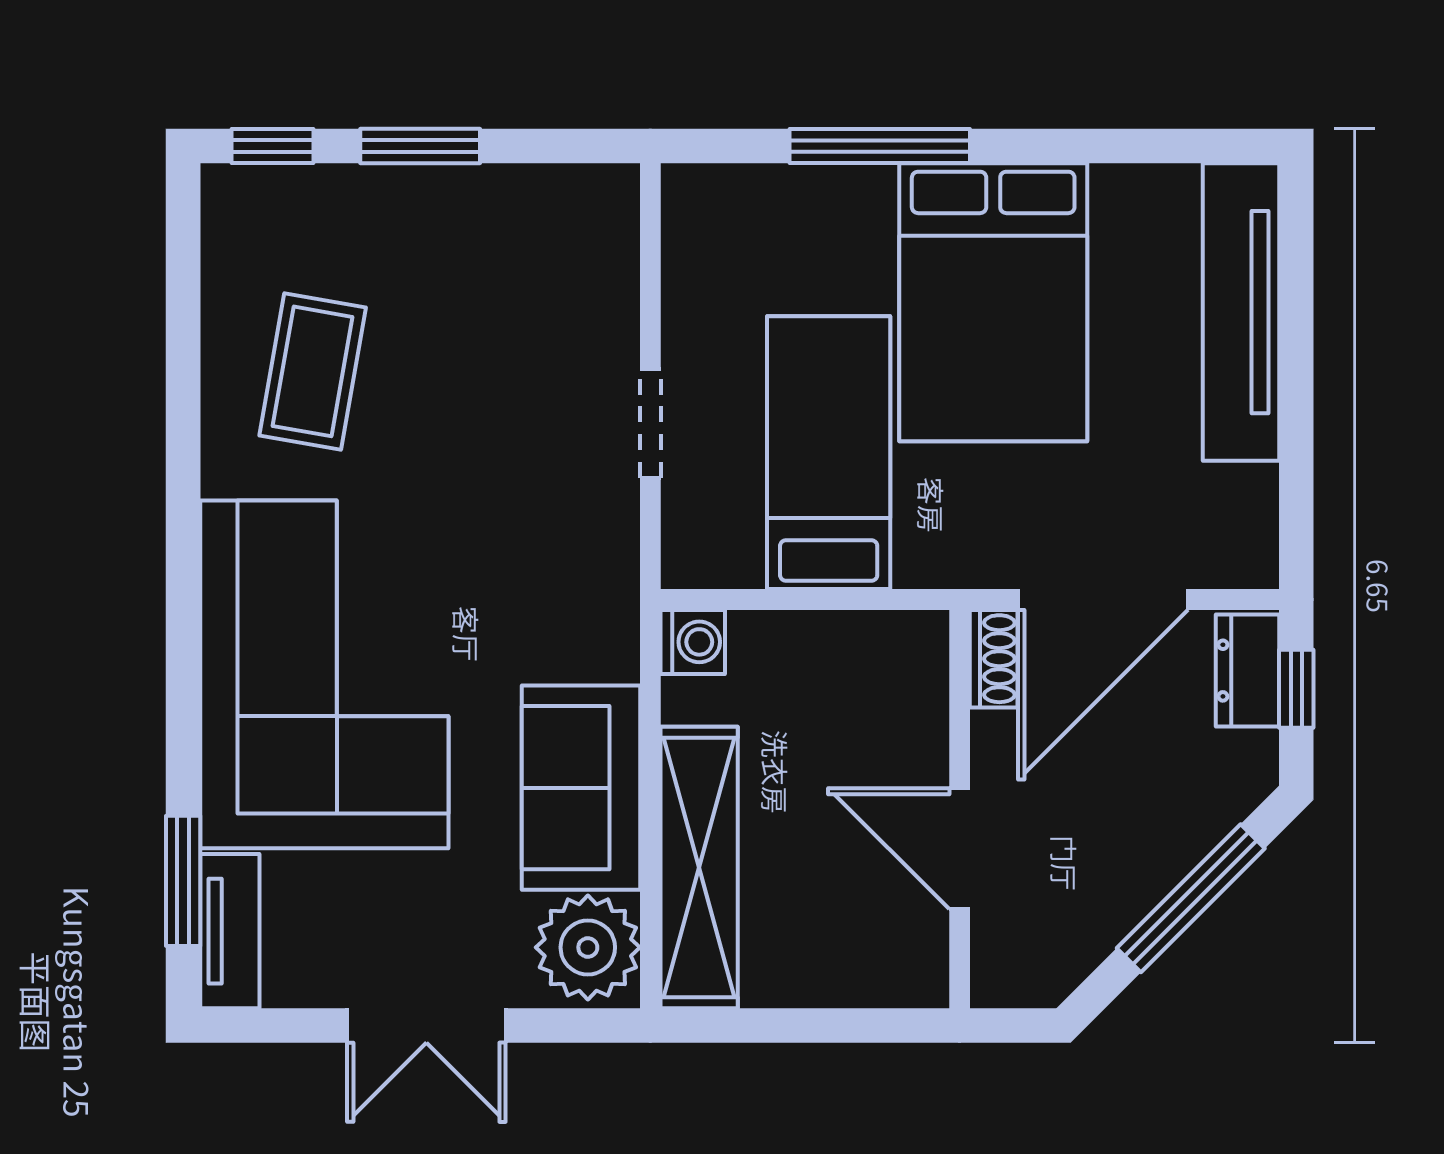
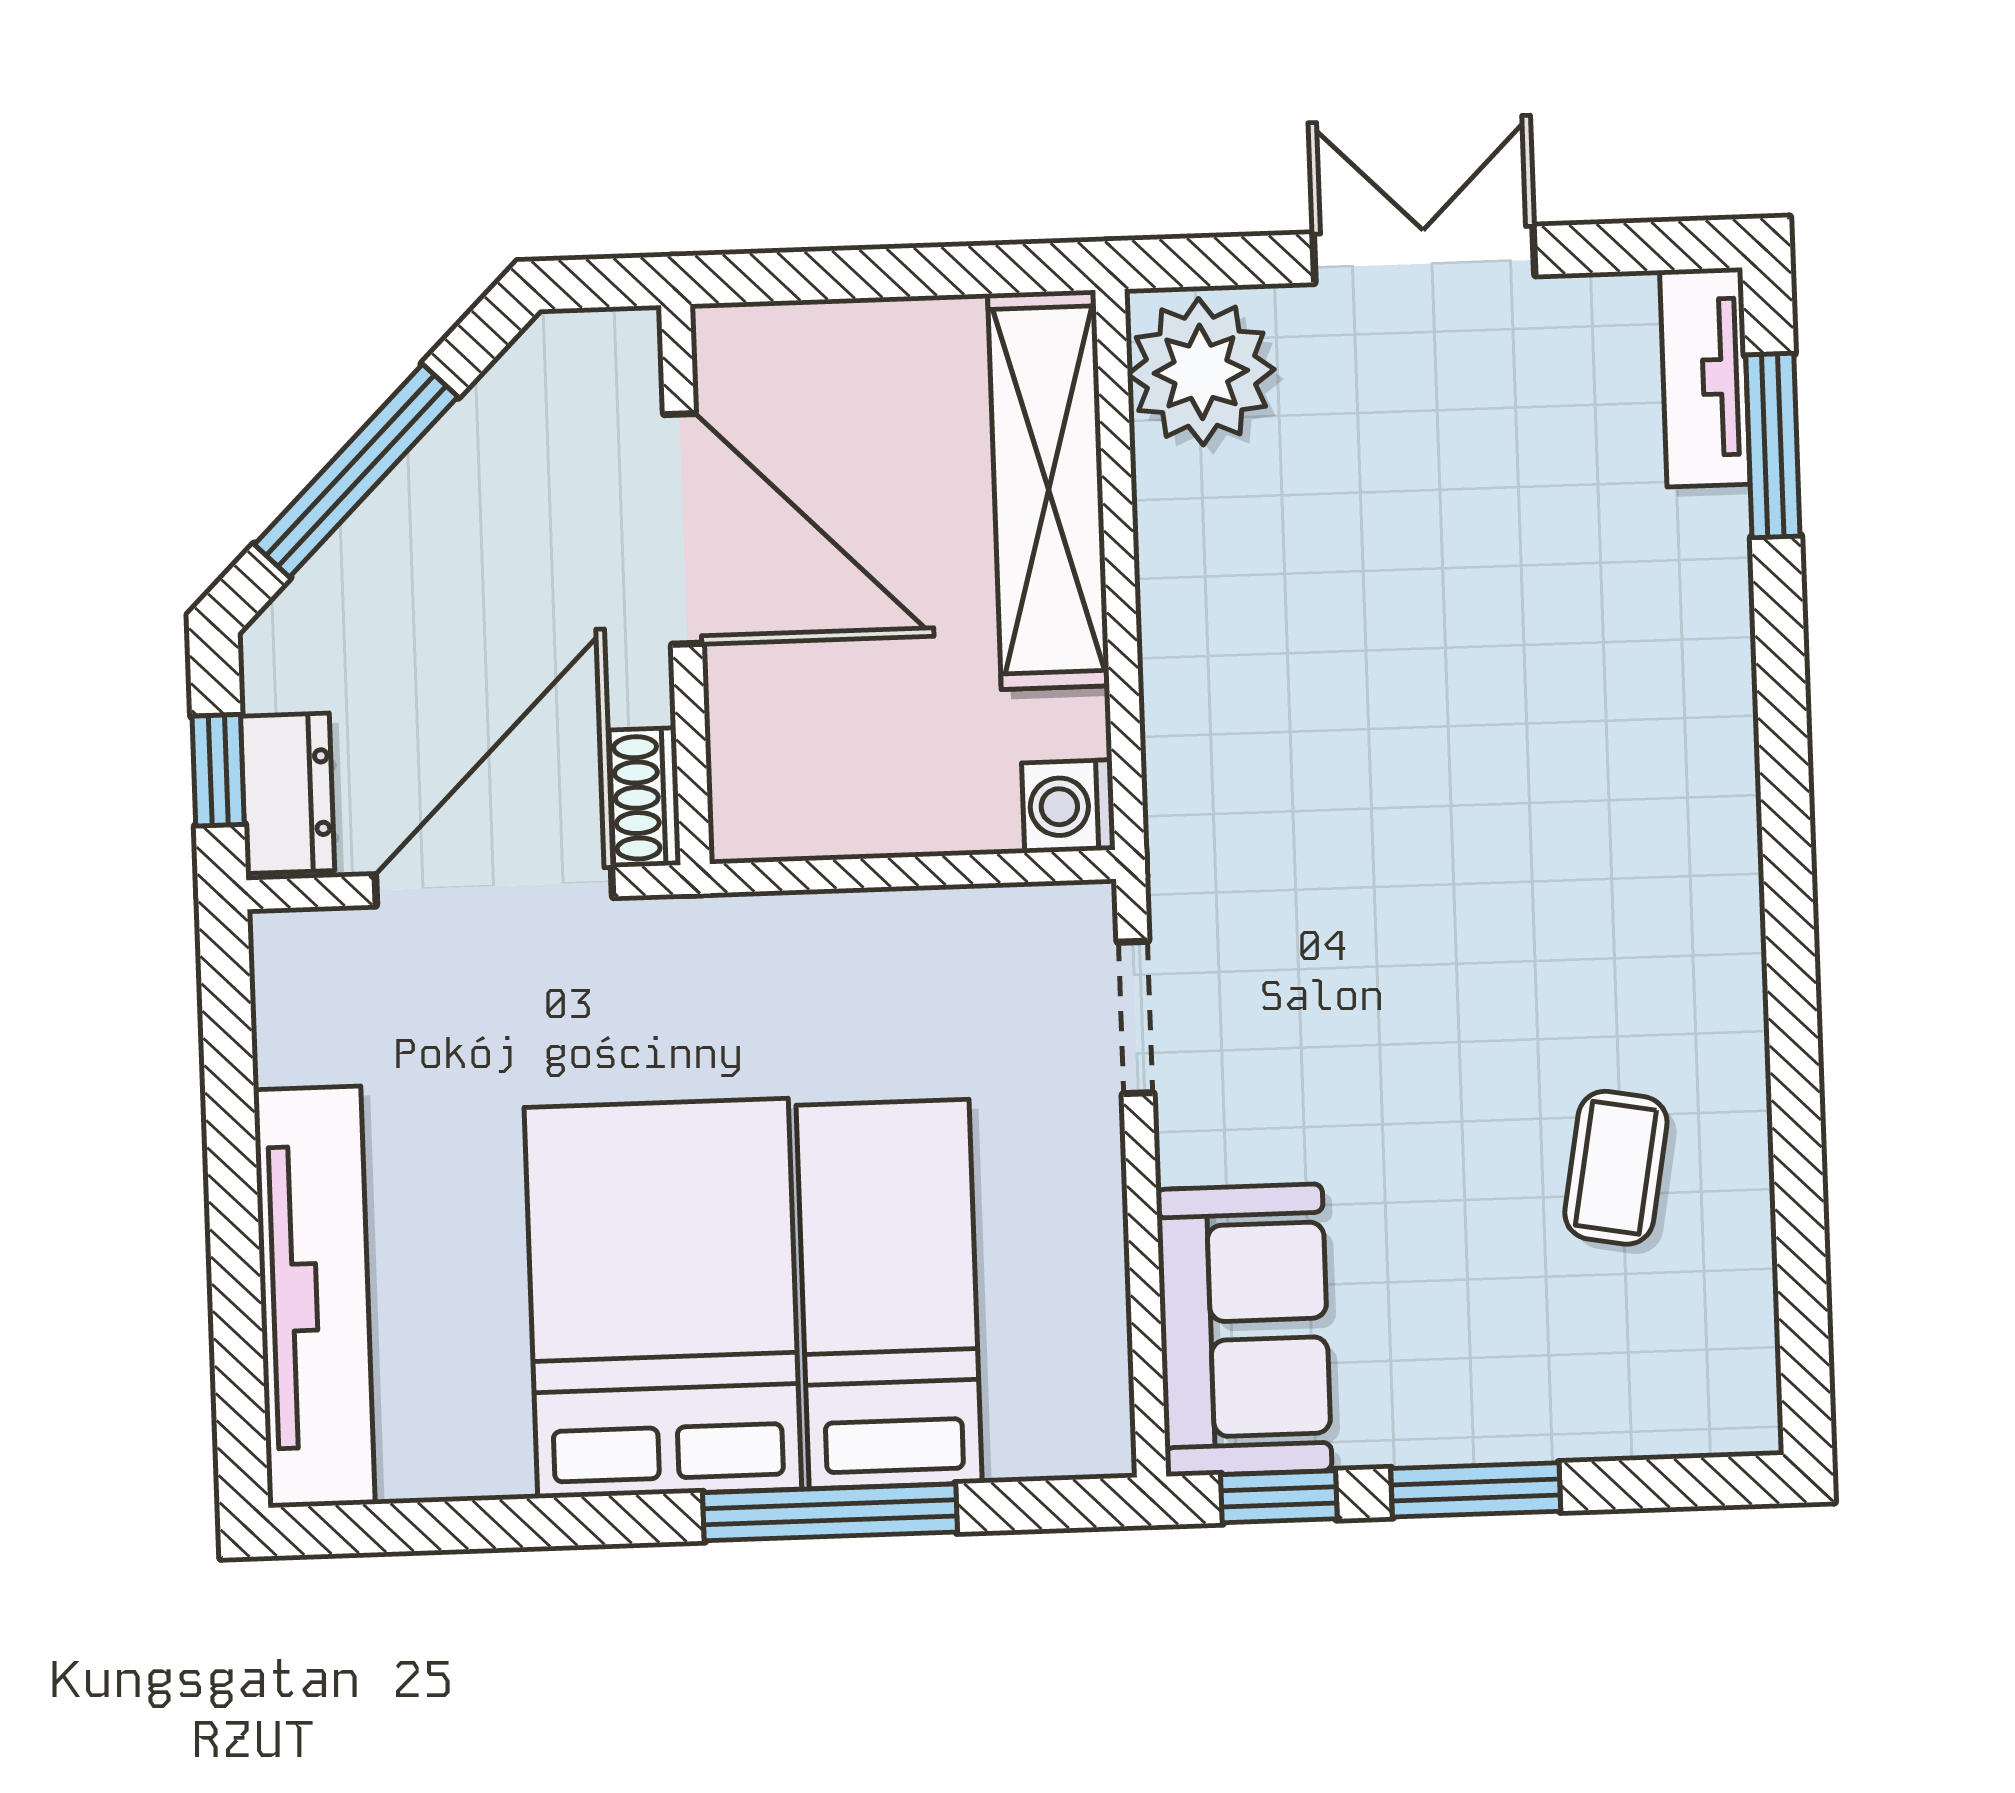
window: (273, 146) -> (1279, 1497), moved
coffee table: (313, 371) -> (1616, 1168), width x0.73, depth x0.77
doorway: (650, 424) -> (1135, 1018), moved
bed: (829, 453) -> (889, 1294), moved, turned 180
corner sofa: (324, 674) -> (1585, 743), removed
sofa: (581, 788) -> (1244, 1330), moved
door: (960, 849) -> (683, 529), width x1.36

